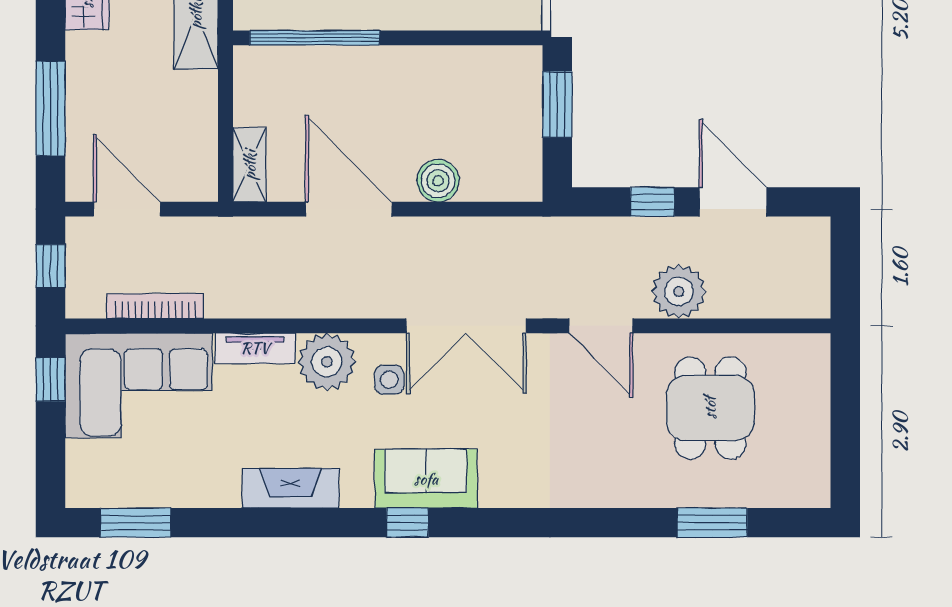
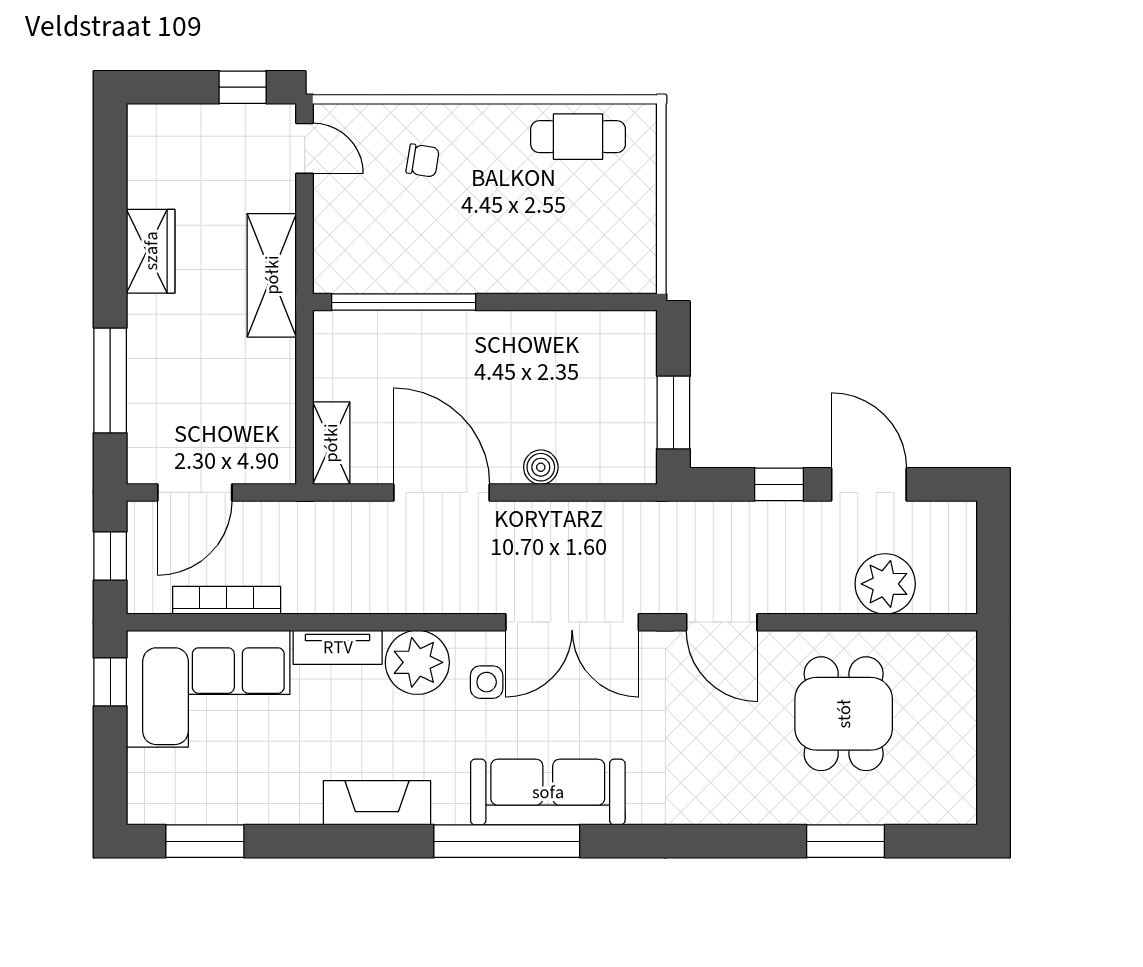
window: (557, 104) -> (673, 412), moved
boiler: (438, 181) -> (541, 467), width x0.73, depth x0.73
door: (127, 209) -> (195, 493), swing flipped
plant: (679, 291) -> (885, 584), moved
sofa: (426, 479) -> (548, 792), width x1.36
window: (407, 523) -> (507, 841), width x3.17

